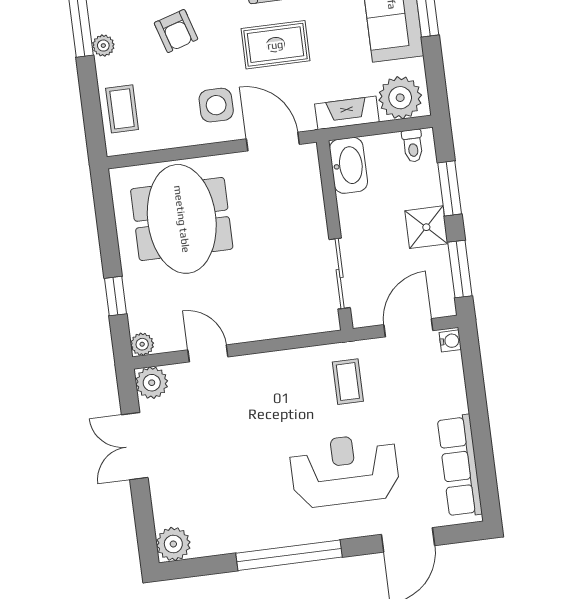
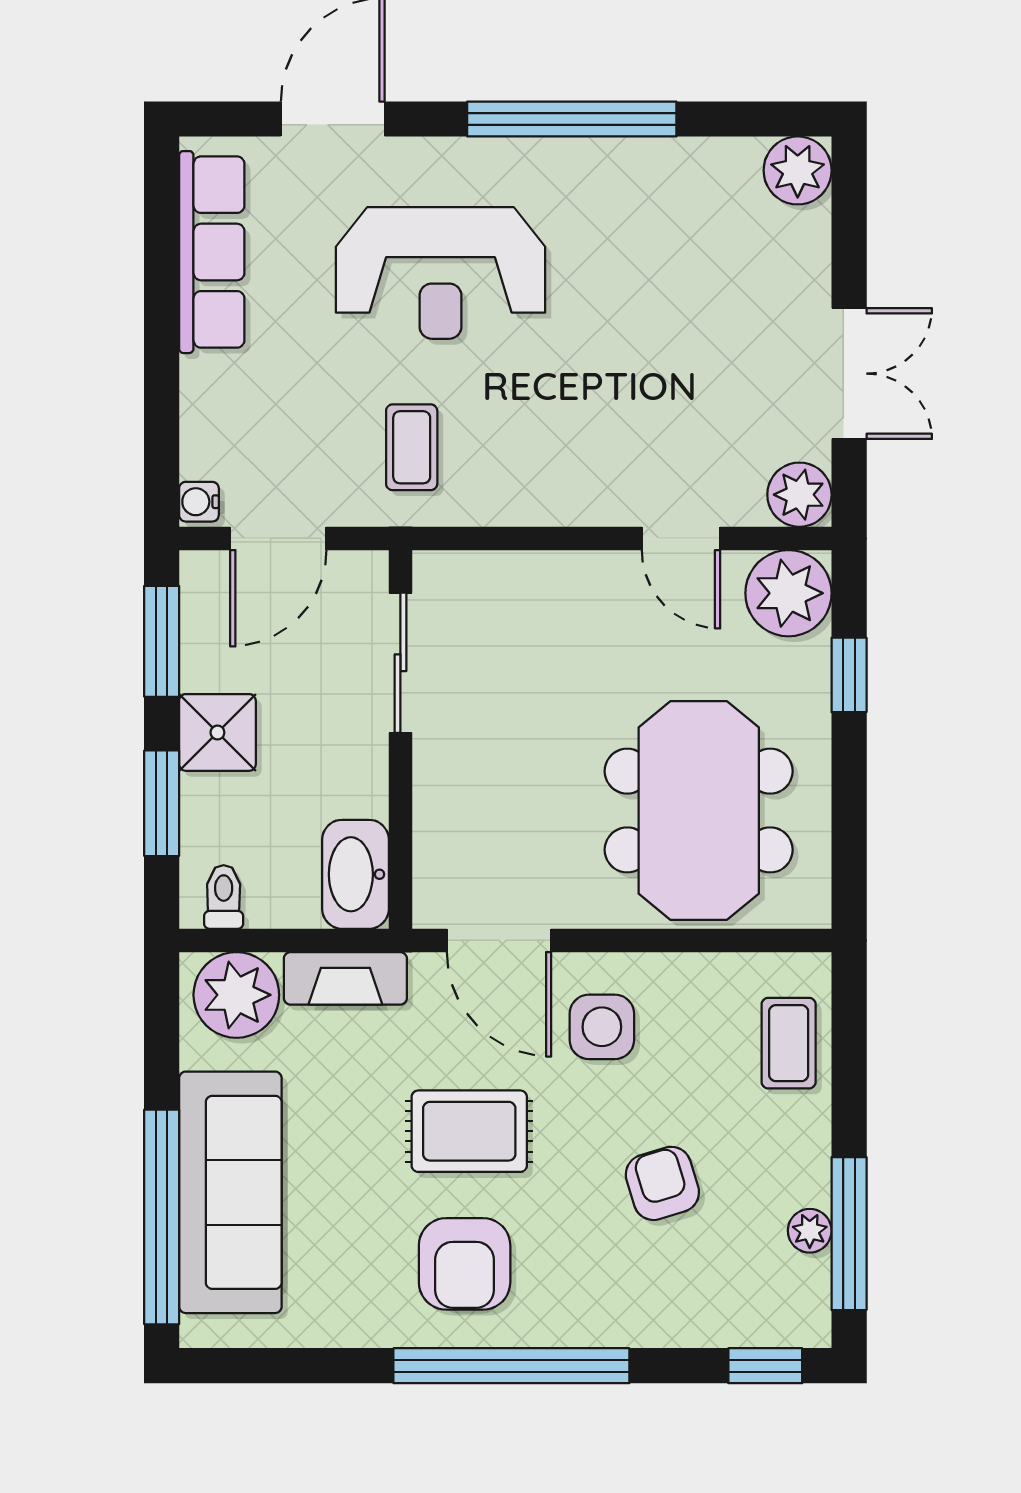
plant: (103, 46) -> (810, 1231), moved
plant: (142, 344) -> (788, 593), width x1.88, depth x1.88

